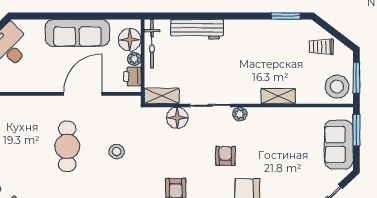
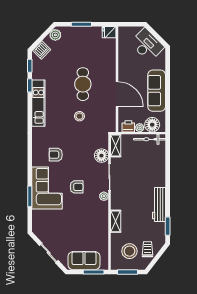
workbench: (197, 29) -> (159, 205), moved
stool: (337, 87) -> (129, 251), moved
cafe table: (67, 146) -> (83, 84), turned 90

